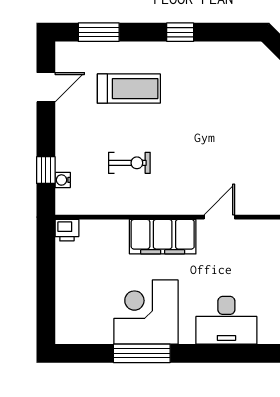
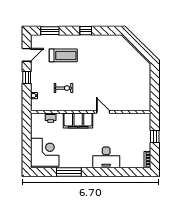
window: (46, 170) -> (27, 78), moved
door: (219, 217) -> (103, 112), hinge flipped
printer: (67, 230) -> (51, 118), moved
corner desk: (146, 312) -> (45, 152), moved, turned 90

